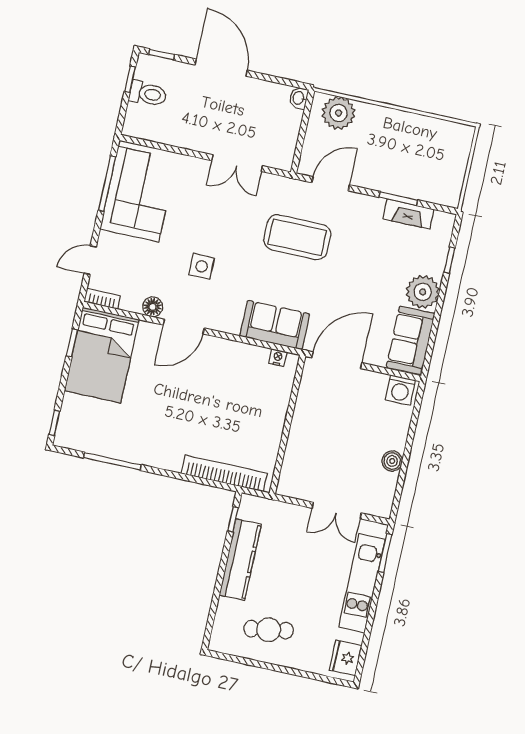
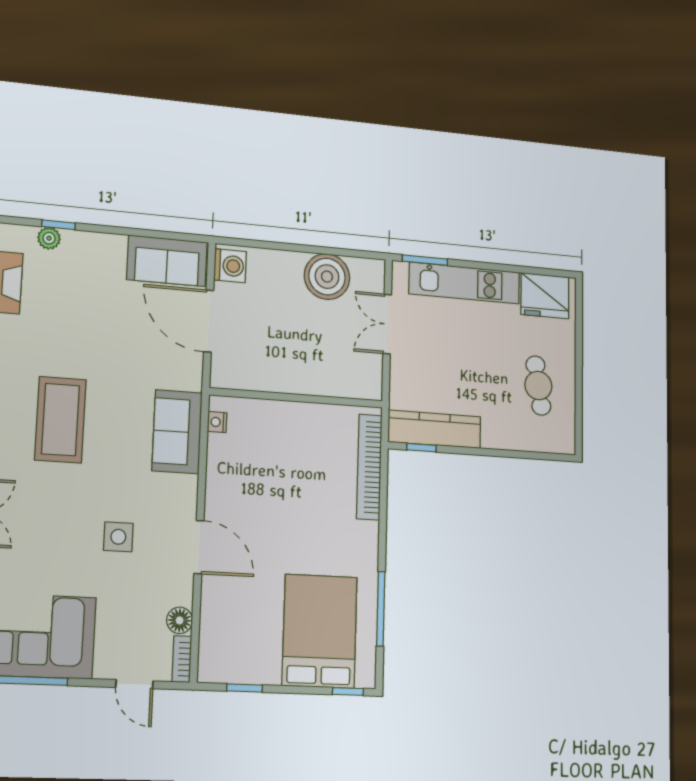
plant: (423, 292) -> (49, 238), moved, width x0.53, depth x0.53
floor lamp: (153, 307) -> (180, 620), moved
bed: (102, 355) -> (320, 631), moved, turned -90
door: (337, 360) -> (209, 321), moved
boiler: (392, 461) -> (327, 277), width x1.86, depth x1.86
double door: (337, 511) -> (387, 324), swing flipped
kitchen counter: (240, 560) -> (434, 429), moved
fridge: (346, 658) -> (545, 296), width x1.36, depth x1.34

